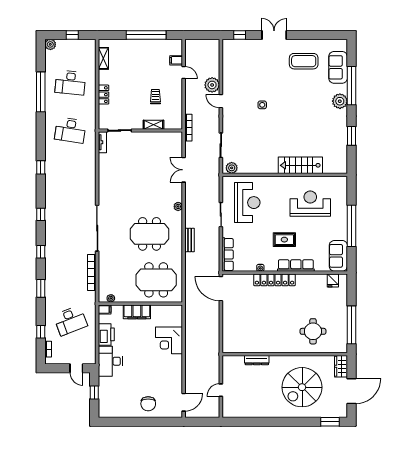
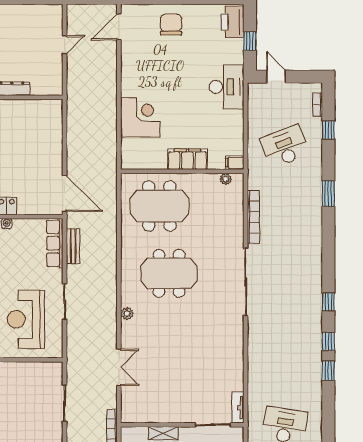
plant: (232, 168) -> (49, 370), removed
bench: (190, 240) -> (73, 246), moved
window: (41, 252) -> (328, 341), moved
printer: (106, 334) -> (232, 22), moved

